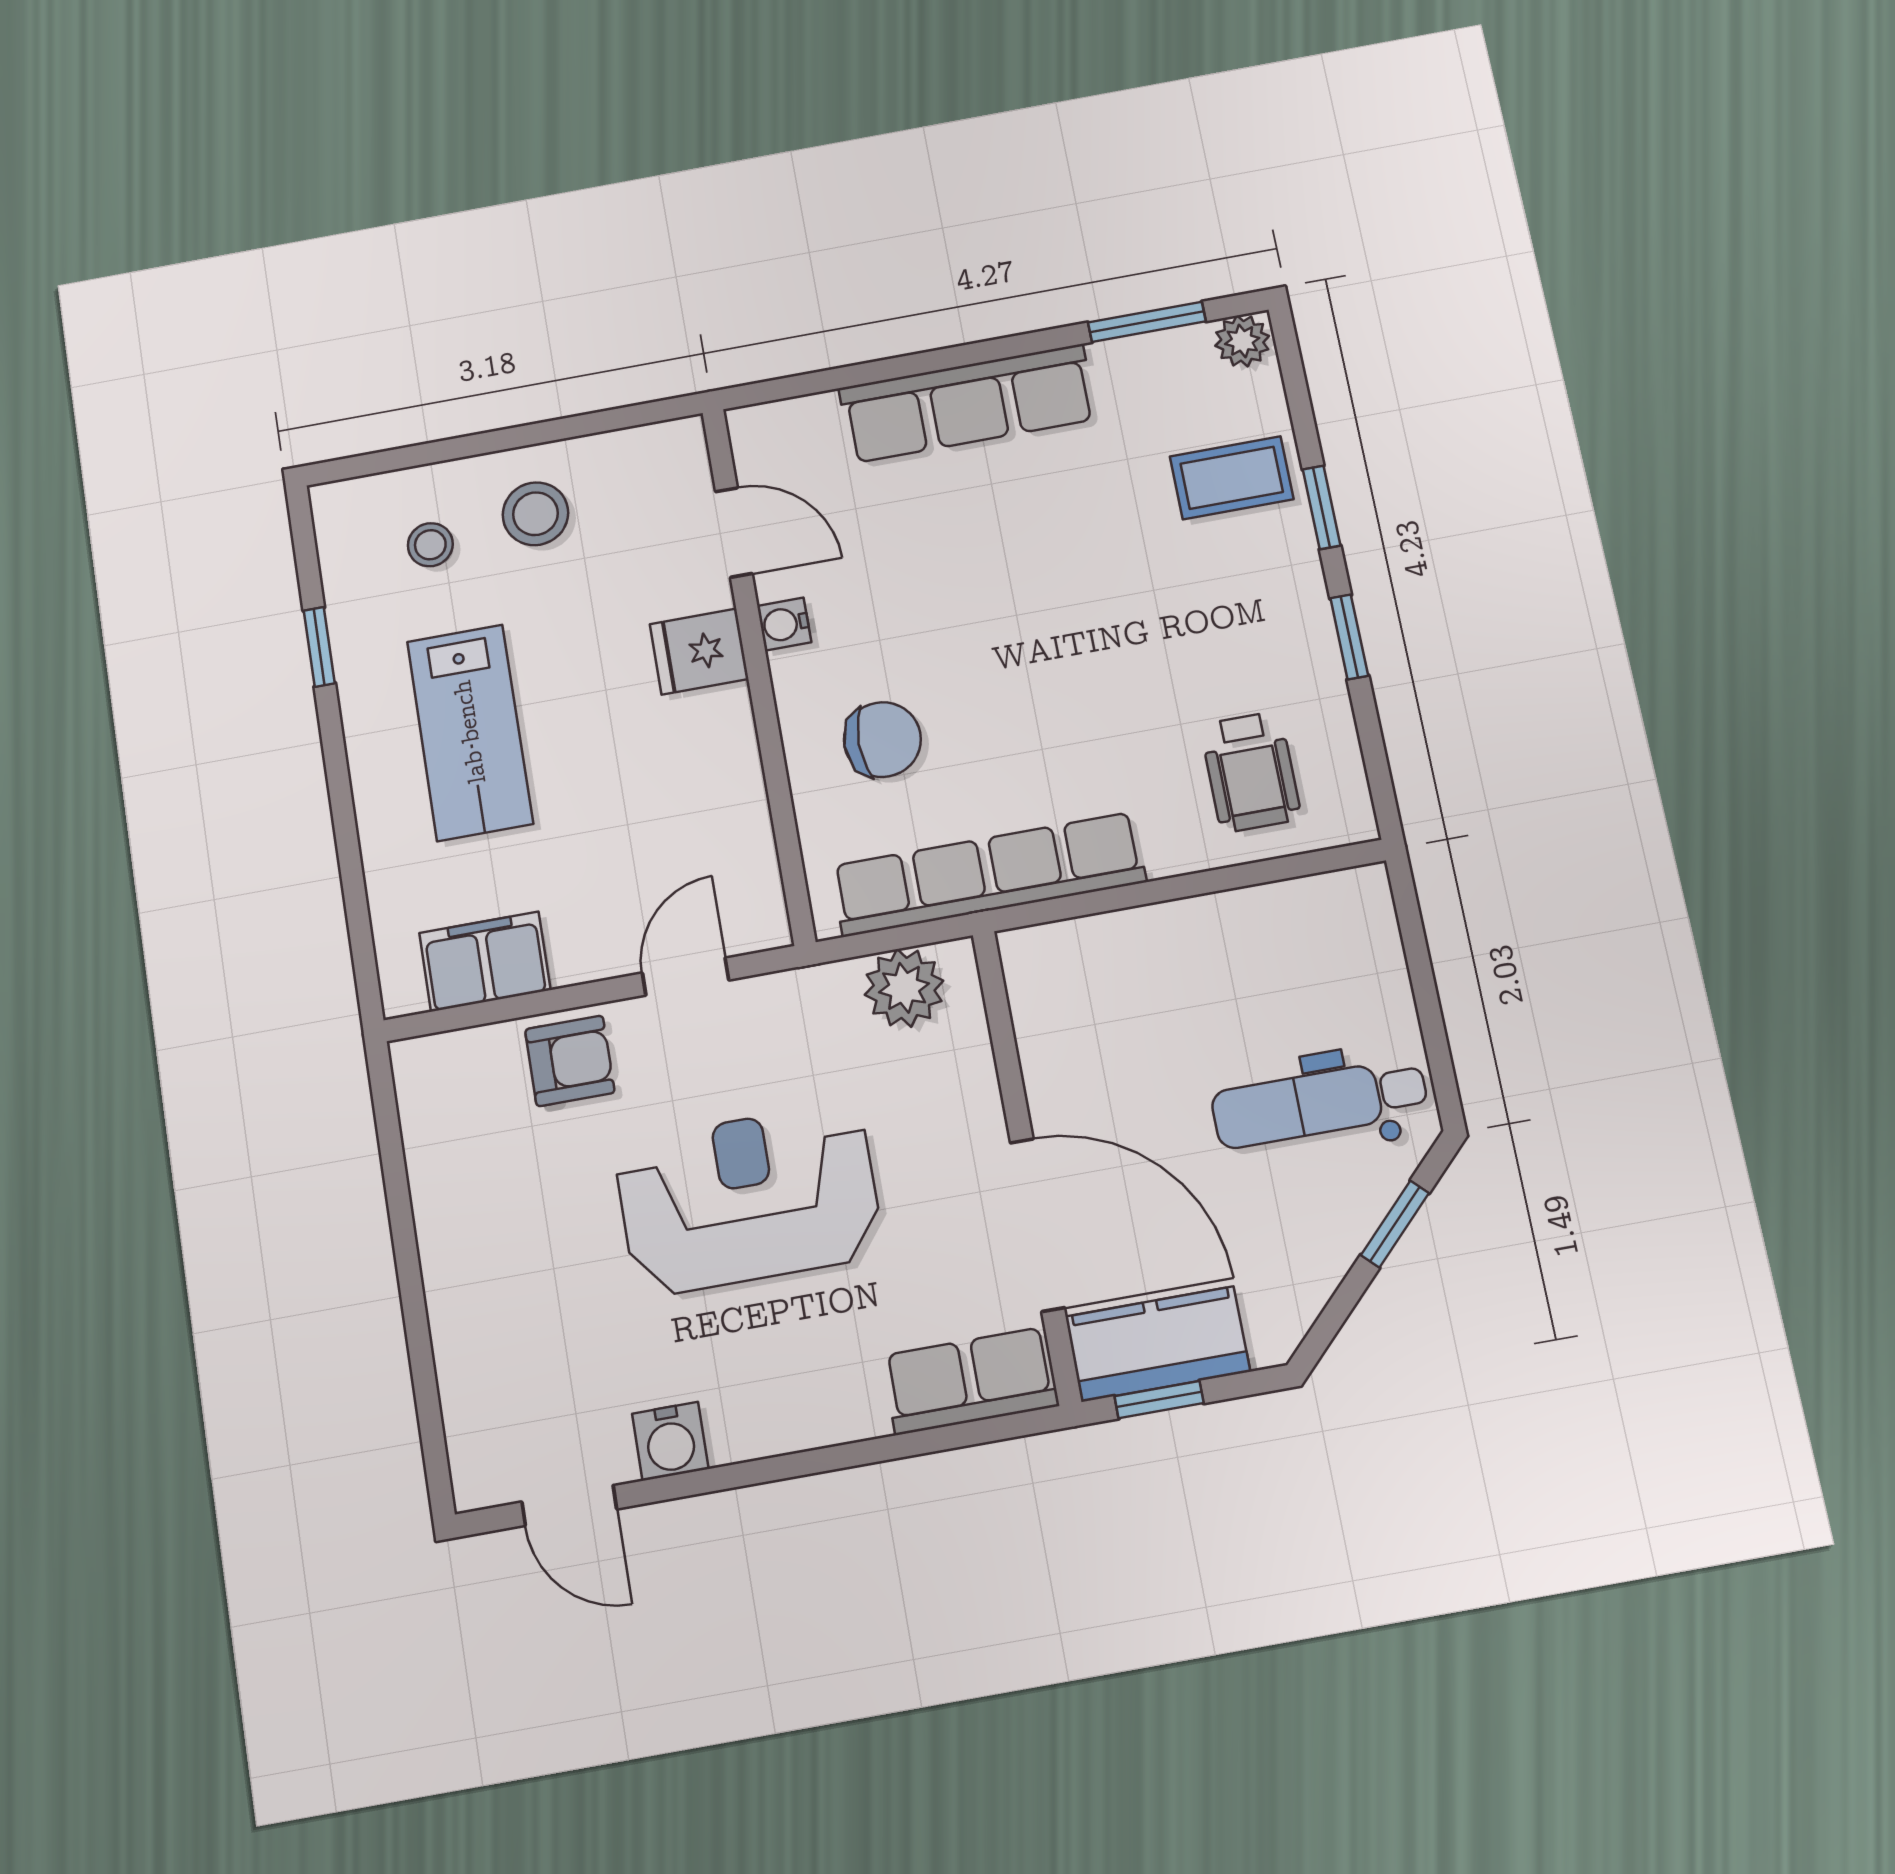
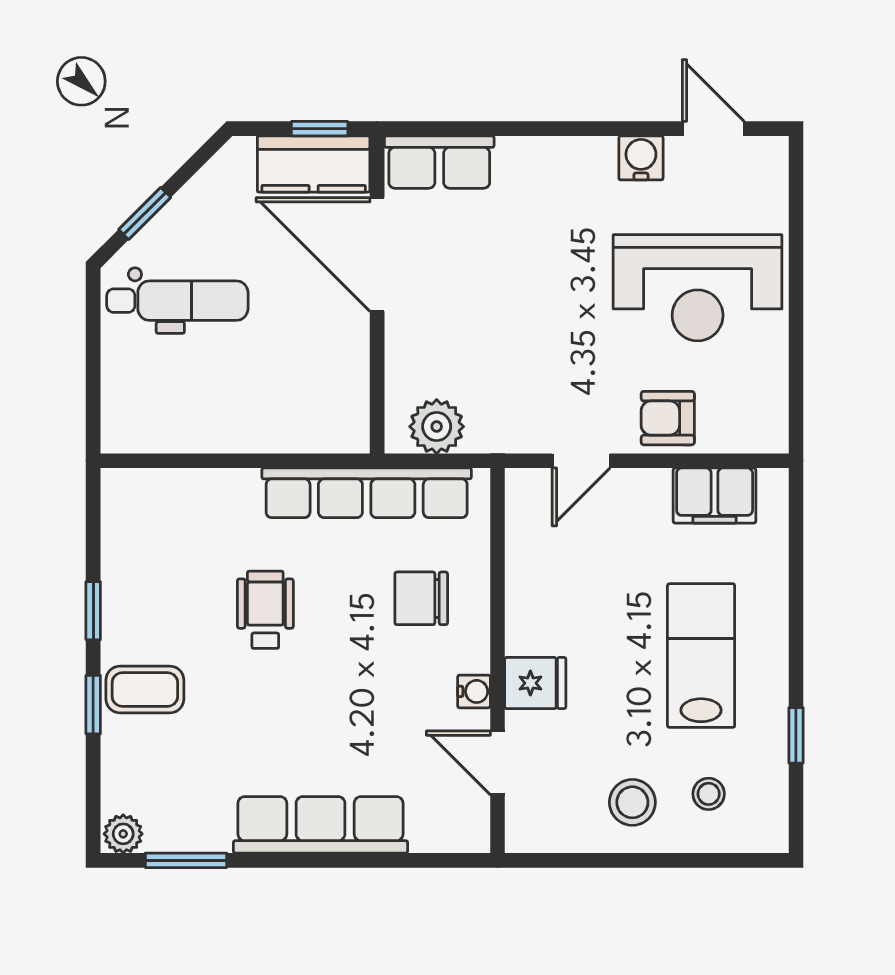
coffee table: (1232, 478) -> (145, 690), moved
wheelchair: (1251, 772) -> (265, 610), moved
reception desk: (748, 1199) -> (698, 288), moved

